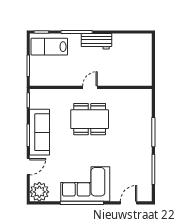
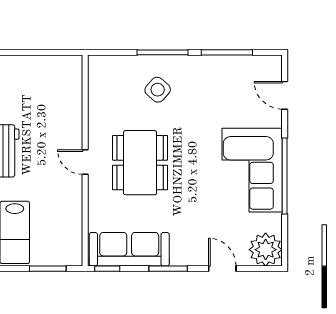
side table: (132, 129) -> (158, 90), added
sofa: (40, 132) -> (129, 249), moved

